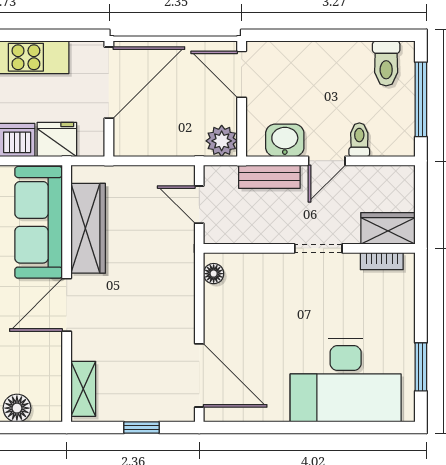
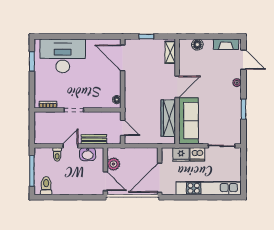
plant: (222, 141) -> (113, 164), moved
wardrobe: (388, 228) -> (45, 118), removed

